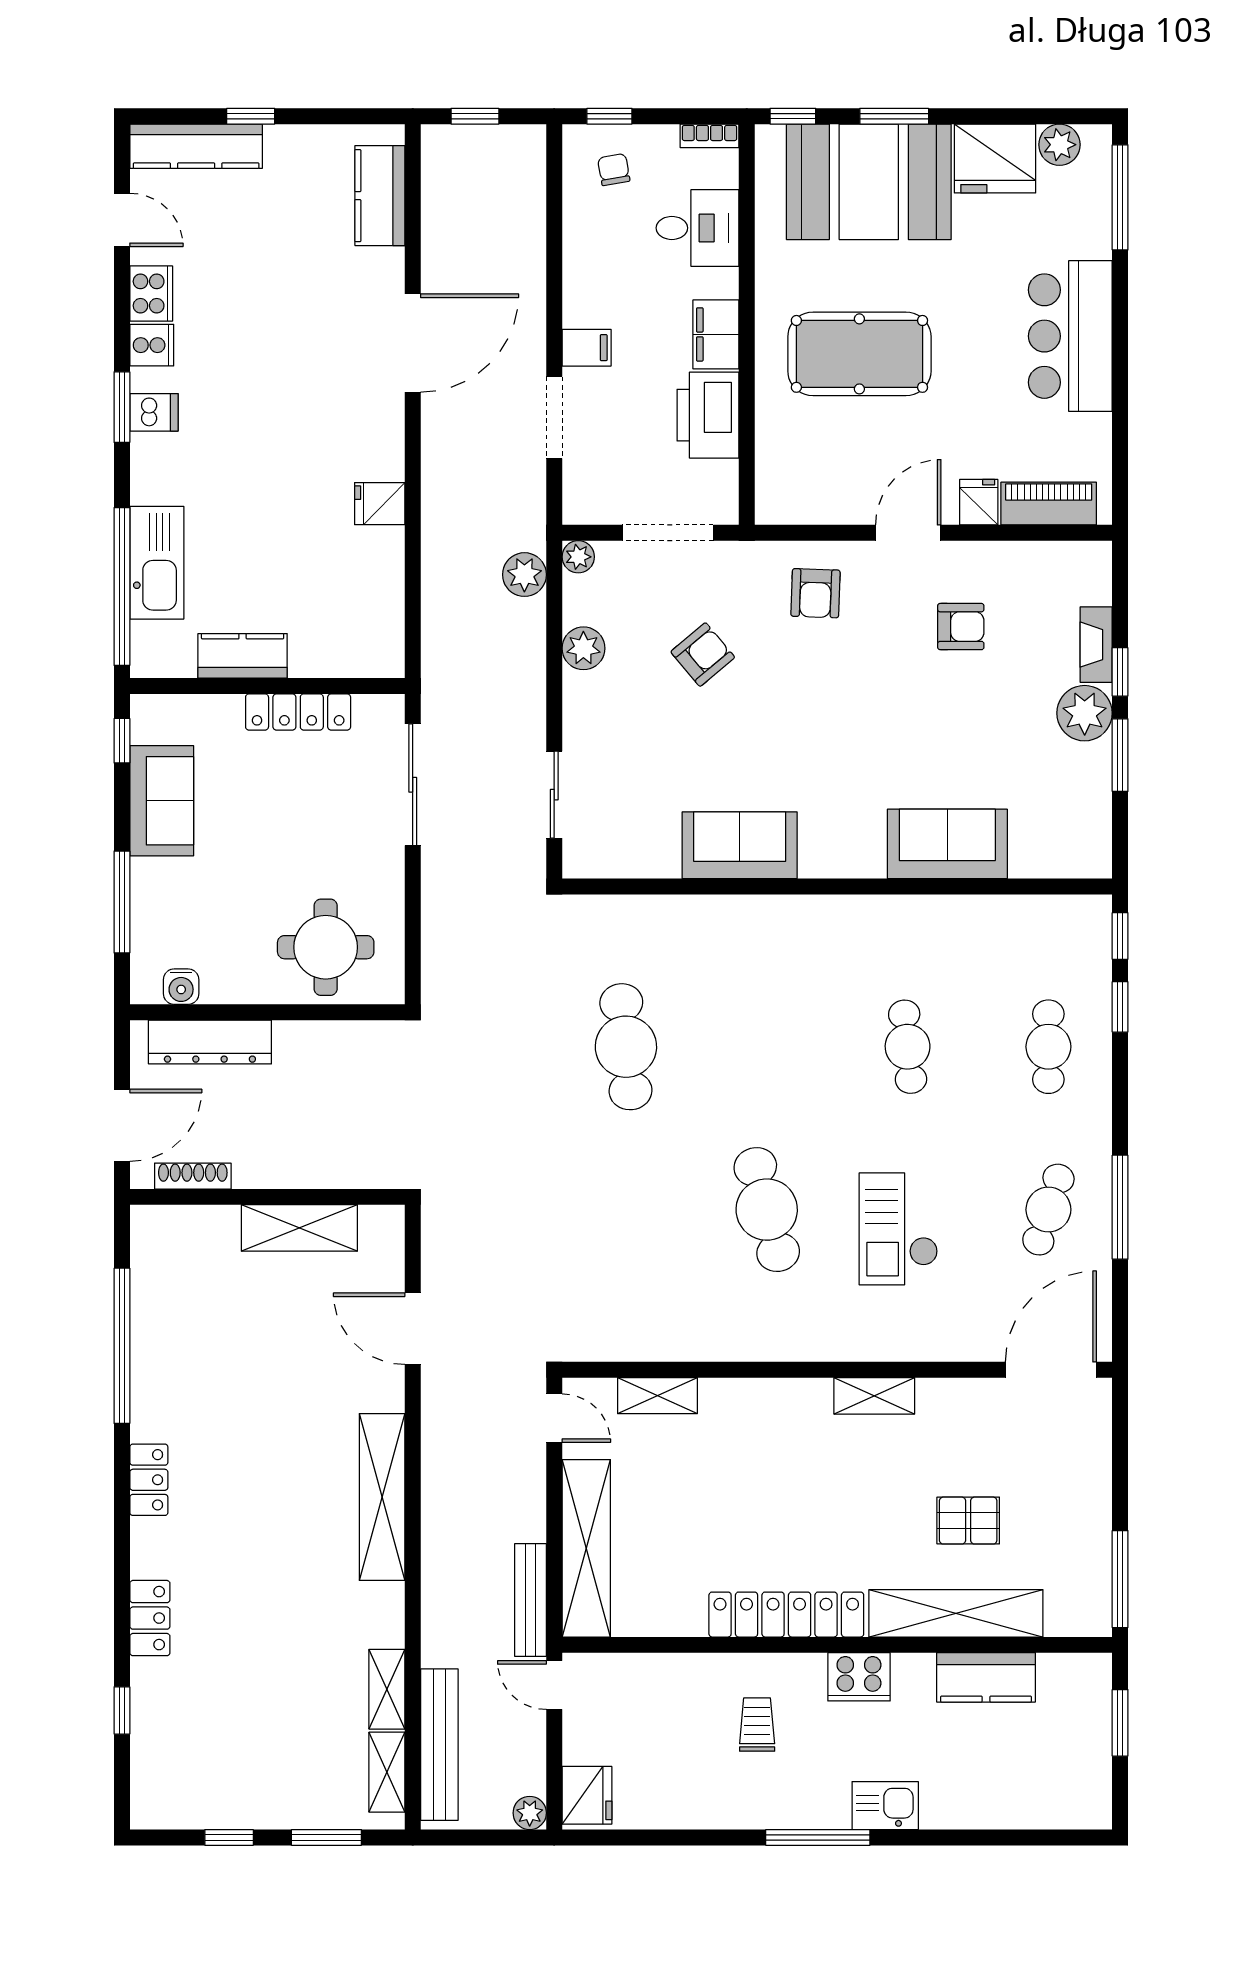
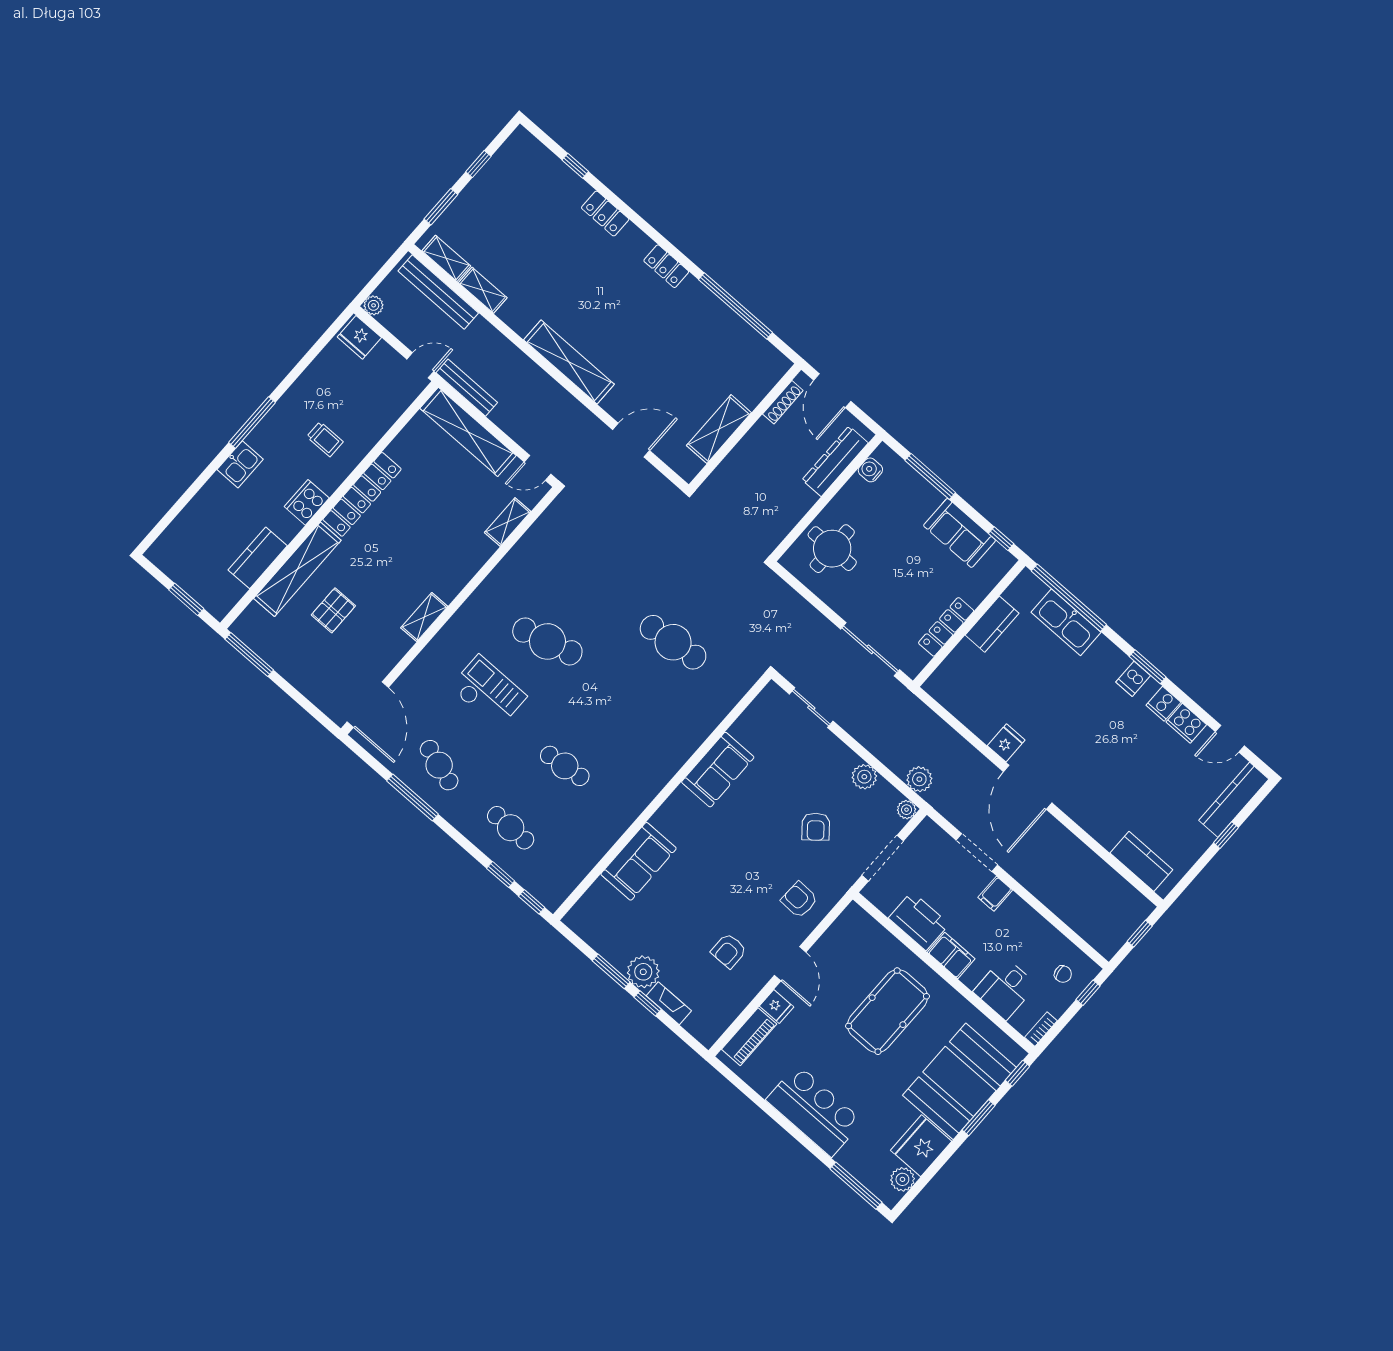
door: (413, 343) -> (1028, 787), moved

